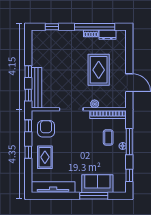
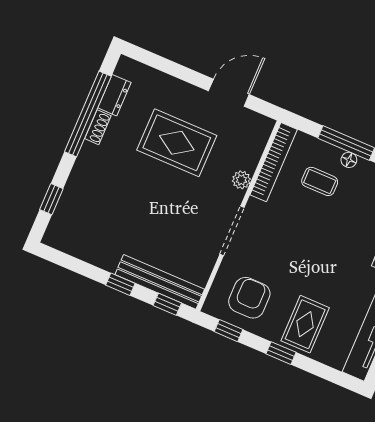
armchair: (46, 129) -> (249, 298), turned 90
rug: (45, 157) -> (305, 324), turned 90

